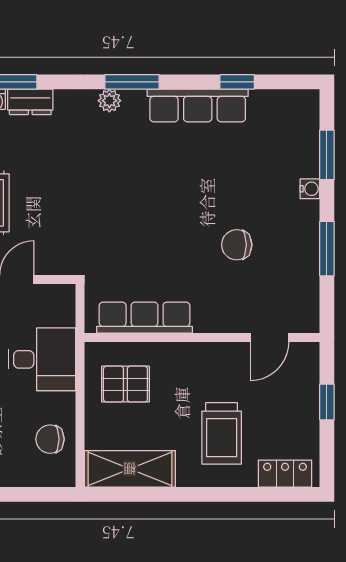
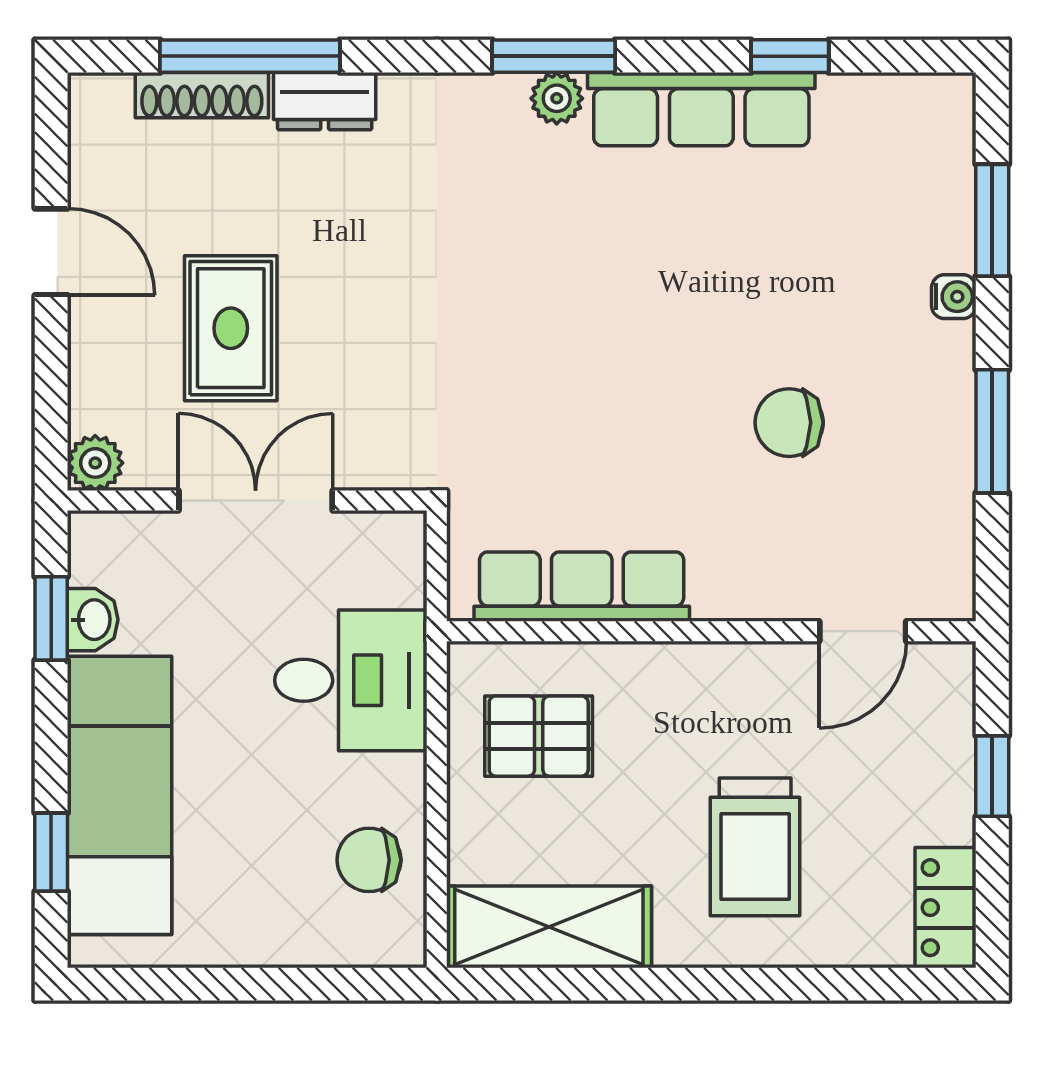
plant: (109, 101) -> (557, 98), moved
locker: (285, 474) -> (945, 908), moved, turned -90

